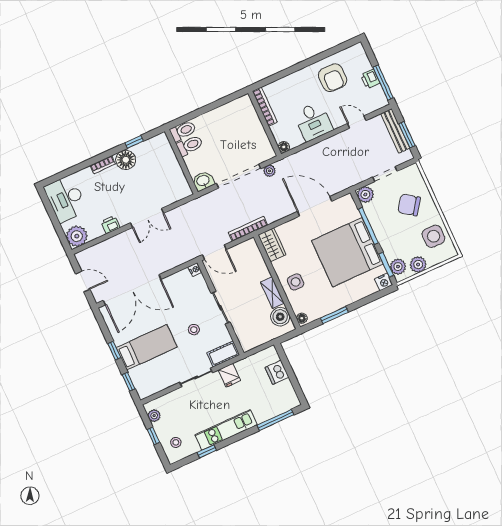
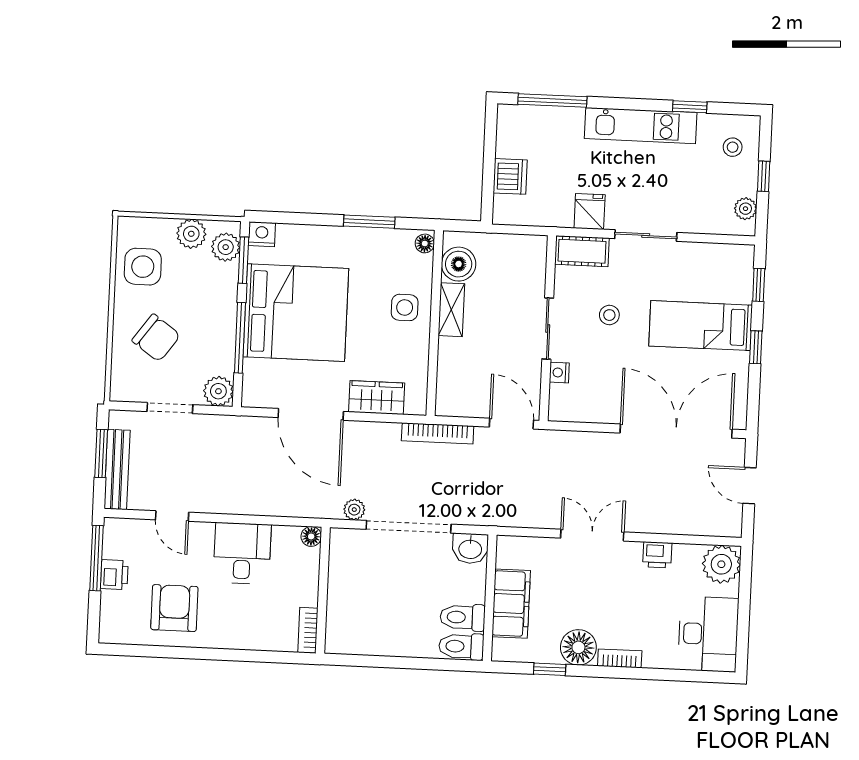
bookcase: (265, 107) -> (308, 630), width x0.64
filing cabinet: (169, 164) -> (511, 604), added
wardrobe: (272, 245) -> (377, 398), moved, turned 90
nightstand: (195, 270) -> (559, 373), moved

